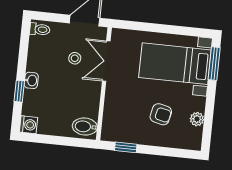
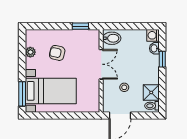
shower: (39, 48) -> (151, 92), added
double door: (106, 61) -> (101, 64), moved
washbasin: (31, 80) -> (154, 48), moved

